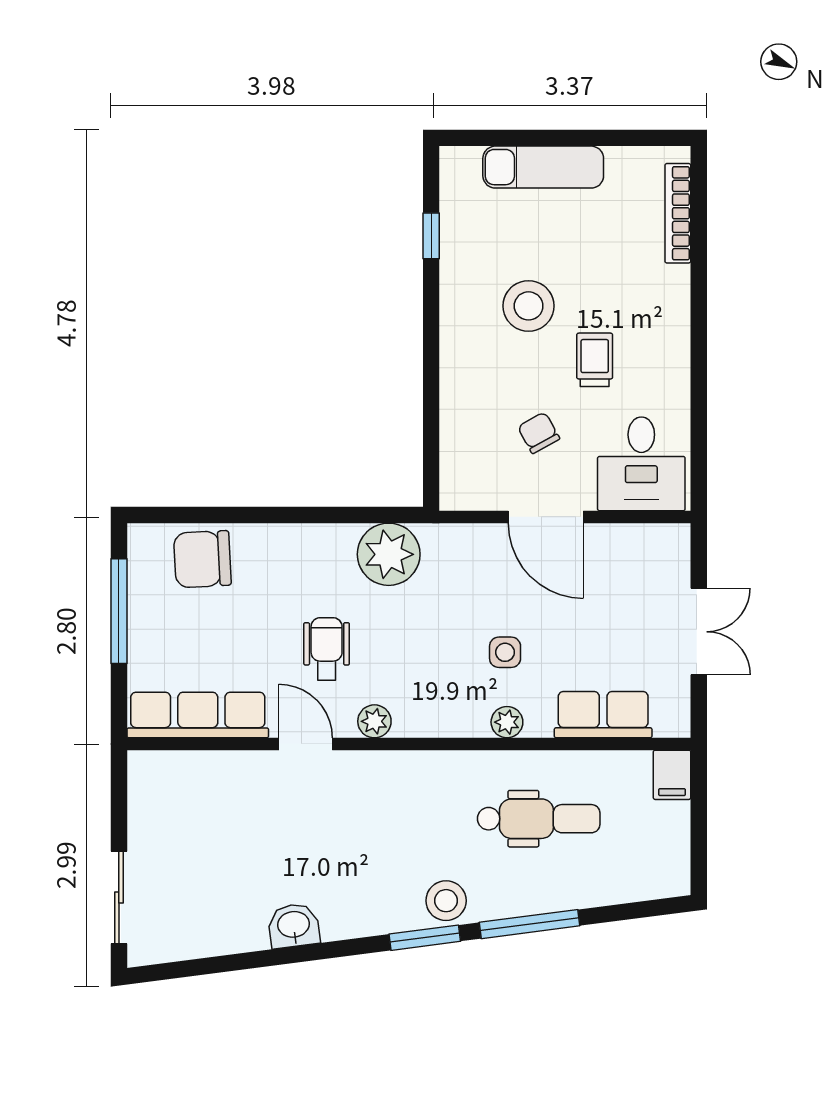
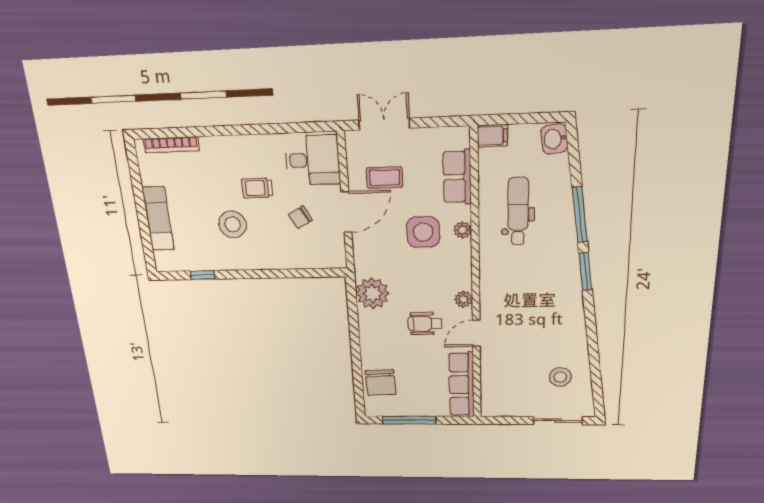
coffee table: (606, 588) -> (384, 178), added
double door: (699, 632) -> (384, 124), moved
side table: (505, 652) -> (423, 232), width x1.87, depth x1.87
stool: (446, 901) -> (560, 377), moved
washbasin: (294, 926) -> (554, 139), moved

